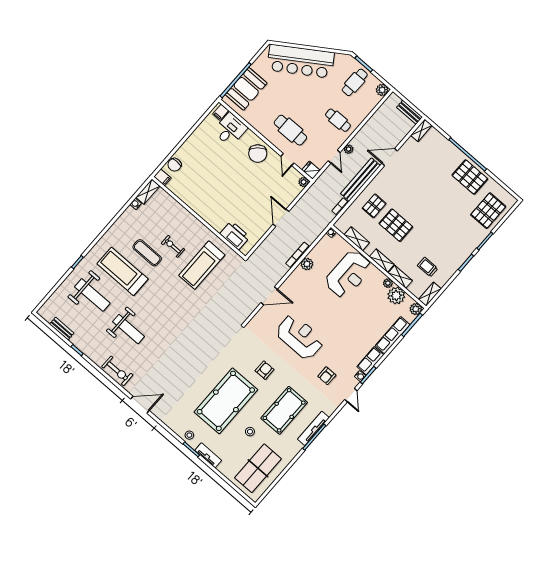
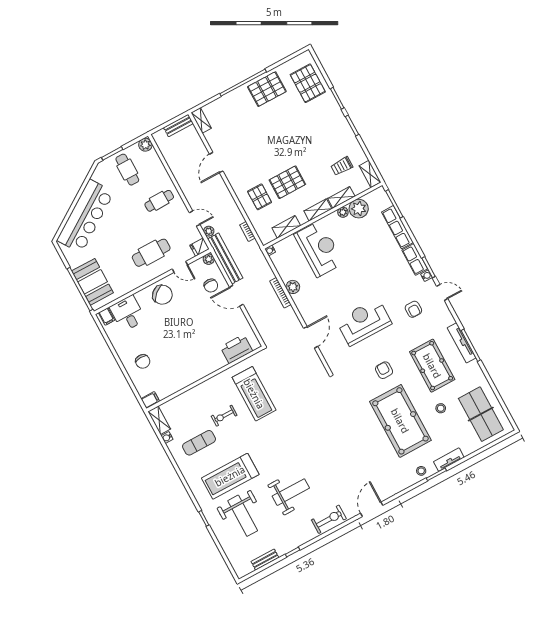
plant: (349, 149) -> (209, 231), moved
chair: (175, 165) -> (143, 361), moved
bench: (360, 180) -> (225, 258), moved
chair: (281, 193) -> (211, 286), added
exercise mat: (147, 253) -> (199, 443), moved
weight bench: (92, 295) -> (243, 516), turned 90
plant: (416, 309) -> (380, 194), removed

